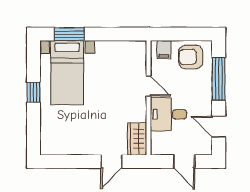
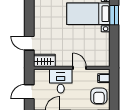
armchair: (191, 57) -> (99, 96), turned 180
door: (148, 86) -> (79, 68), swing flipped

